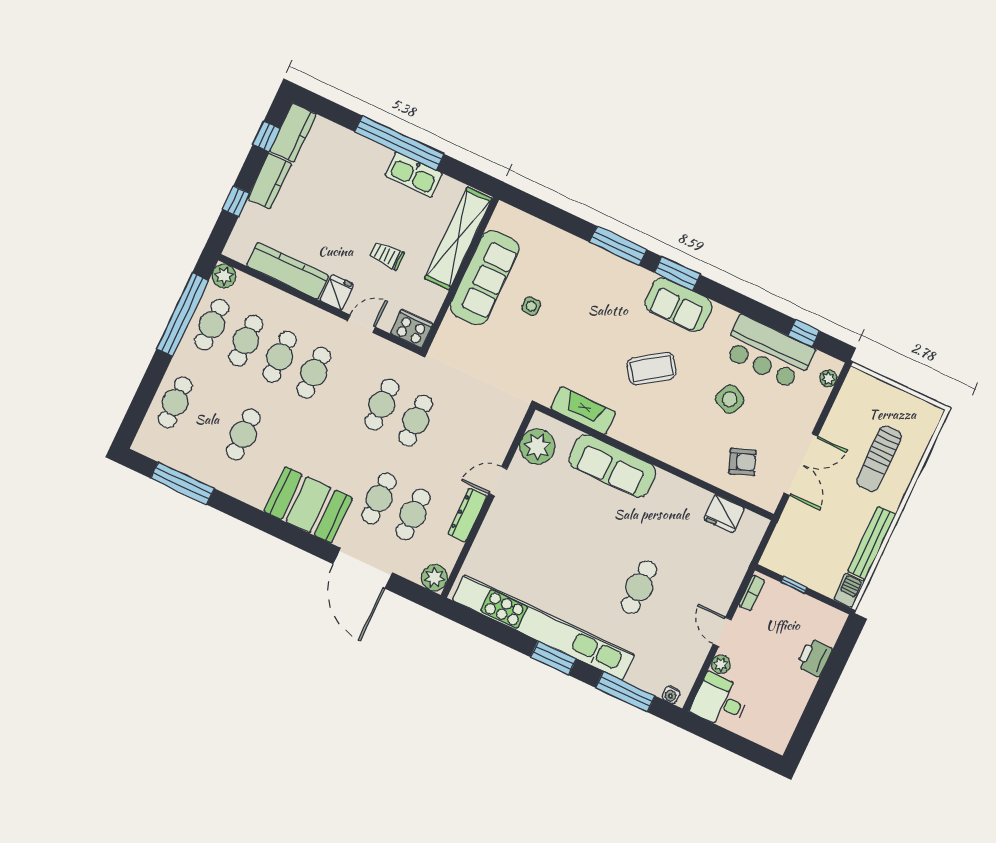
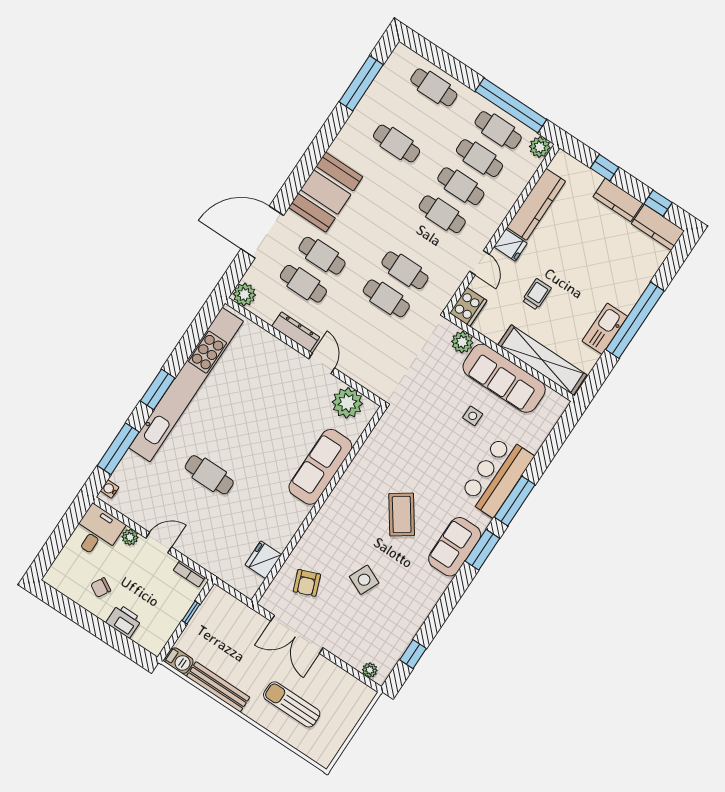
plant: (452, 330) -> (462, 342), added
bar counter: (768, 352) -> (497, 476), moved
fireplace: (583, 411) -> (373, 448), removed
chair: (781, 689) -> (101, 588), added

